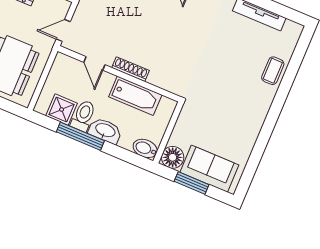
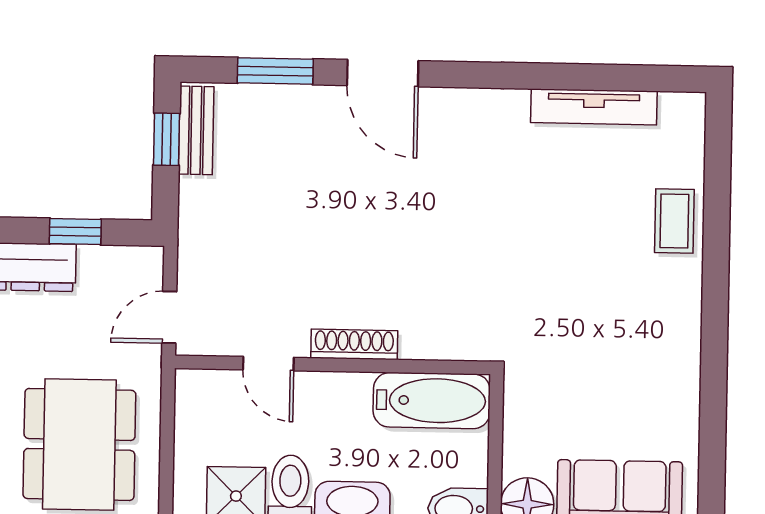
bathtub: (135, 96) -> (432, 401), moved

